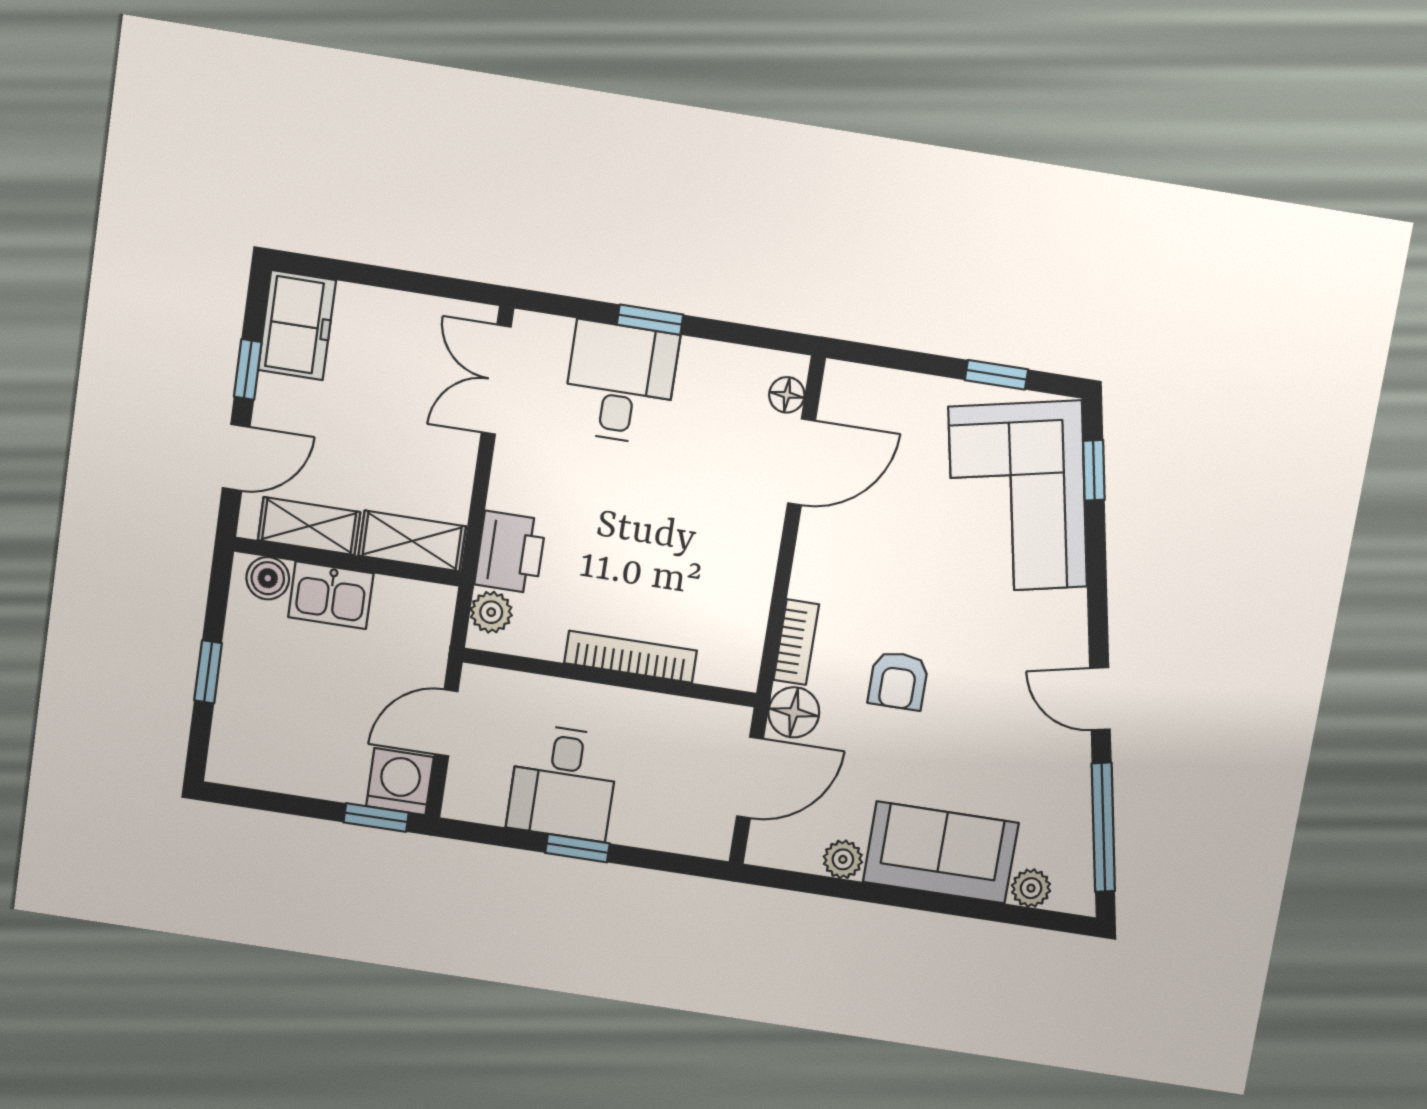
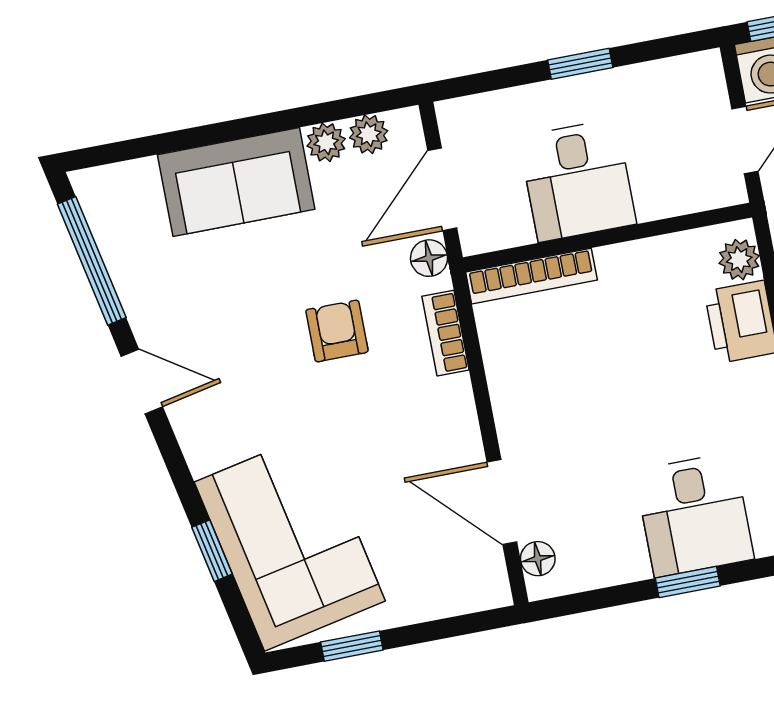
door: (801, 462) -> (502, 502), hinge flipped
window: (1094, 470) -> (212, 551), moved
bookcase: (631, 657) -> (531, 276), moved
floor lamp: (794, 712) -> (429, 258), width x0.73, depth x0.73
desk: (563, 782) -> (577, 180), moved, turned 180
plant: (1031, 888) -> (369, 134), moved

